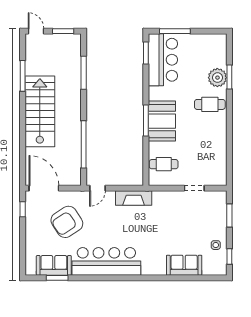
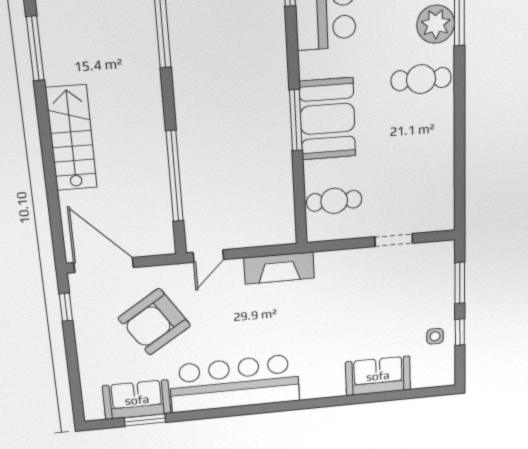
stairs: (40, 111) -> (71, 138), width x0.73, depth x0.66
window: (229, 257) -> (460, 332), moved

